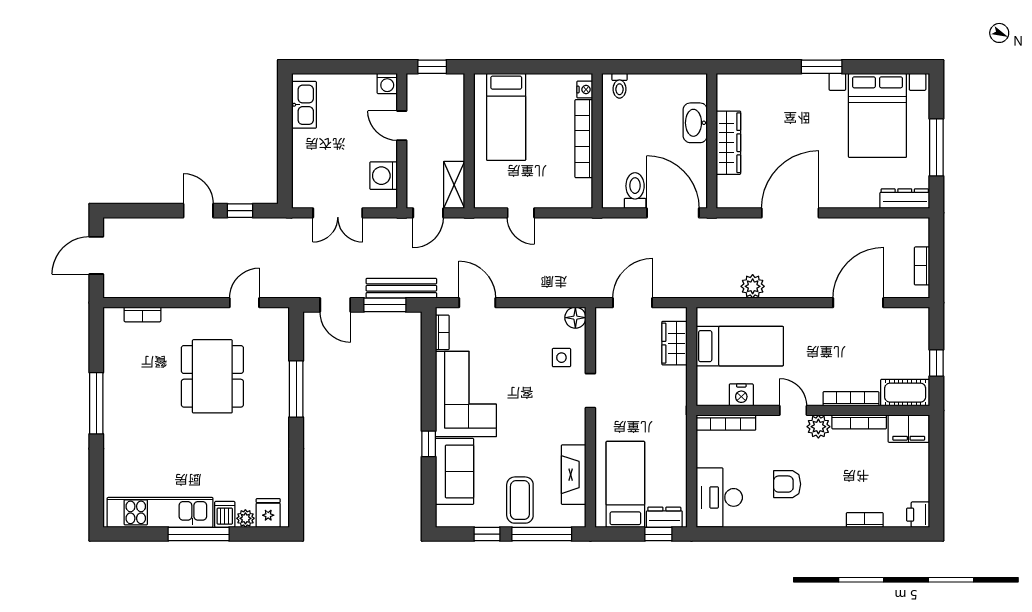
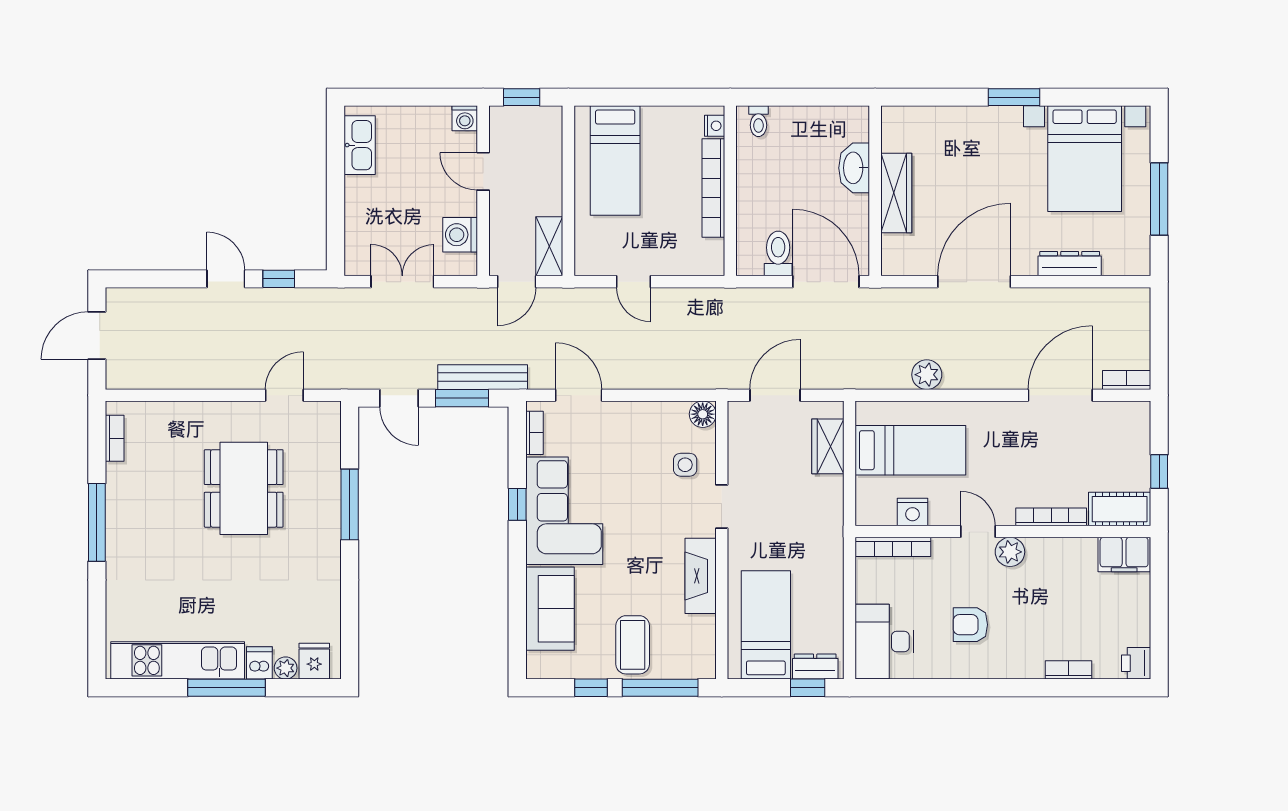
dresser: (905, 199) -> (1070, 264), moved
double door: (338, 213) -> (402, 282), swing flipped
bookcase: (922, 266) -> (1127, 380), moved, turned 90
bookcase: (142, 314) -> (115, 438), moved, turned -90
bookcase: (859, 422) -> (1061, 546), removed
window: (429, 444) -> (517, 504), moved
fireplace: (574, 475) -> (701, 576), moved

